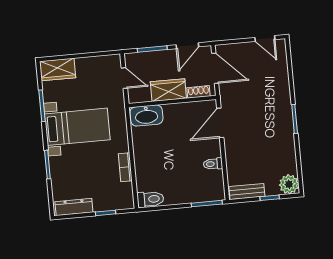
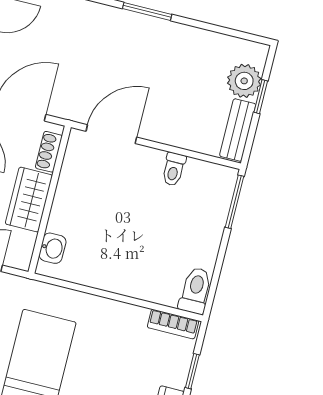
washbasin: (146, 115) -> (52, 248), width x0.52, depth x0.69
door: (220, 123) -> (111, 134), swing flipped
bookcase: (125, 167) -> (173, 324), moved
plant: (289, 184) -> (244, 81), moved

